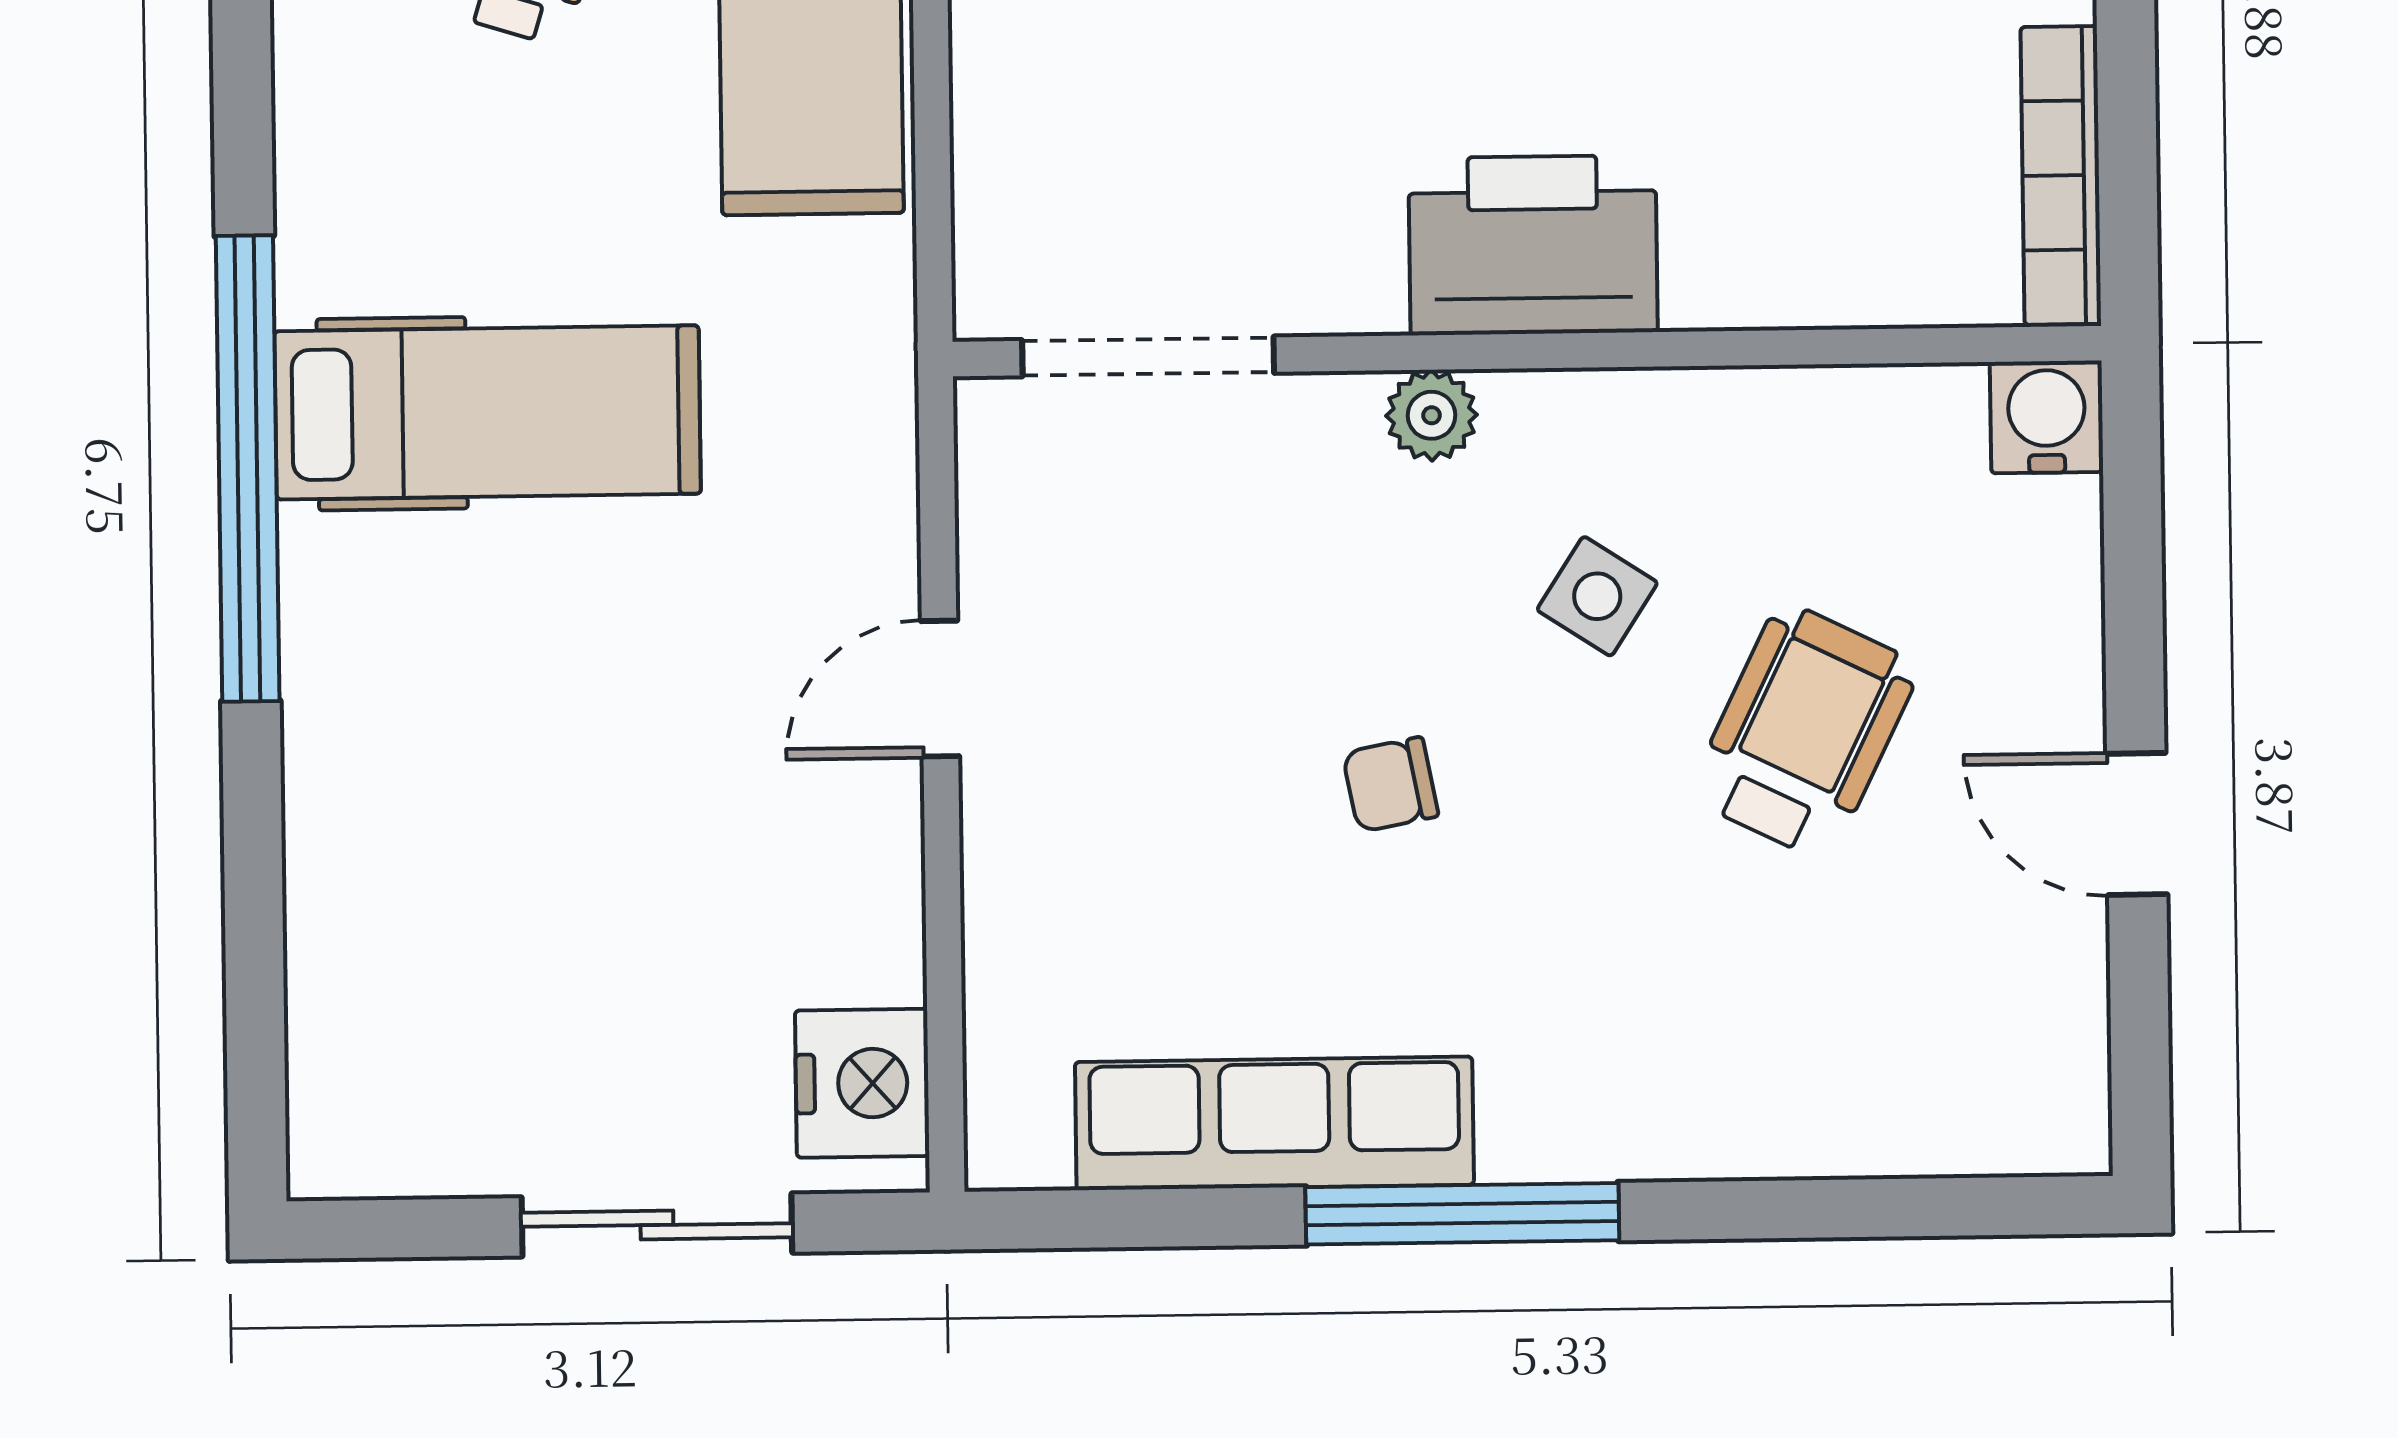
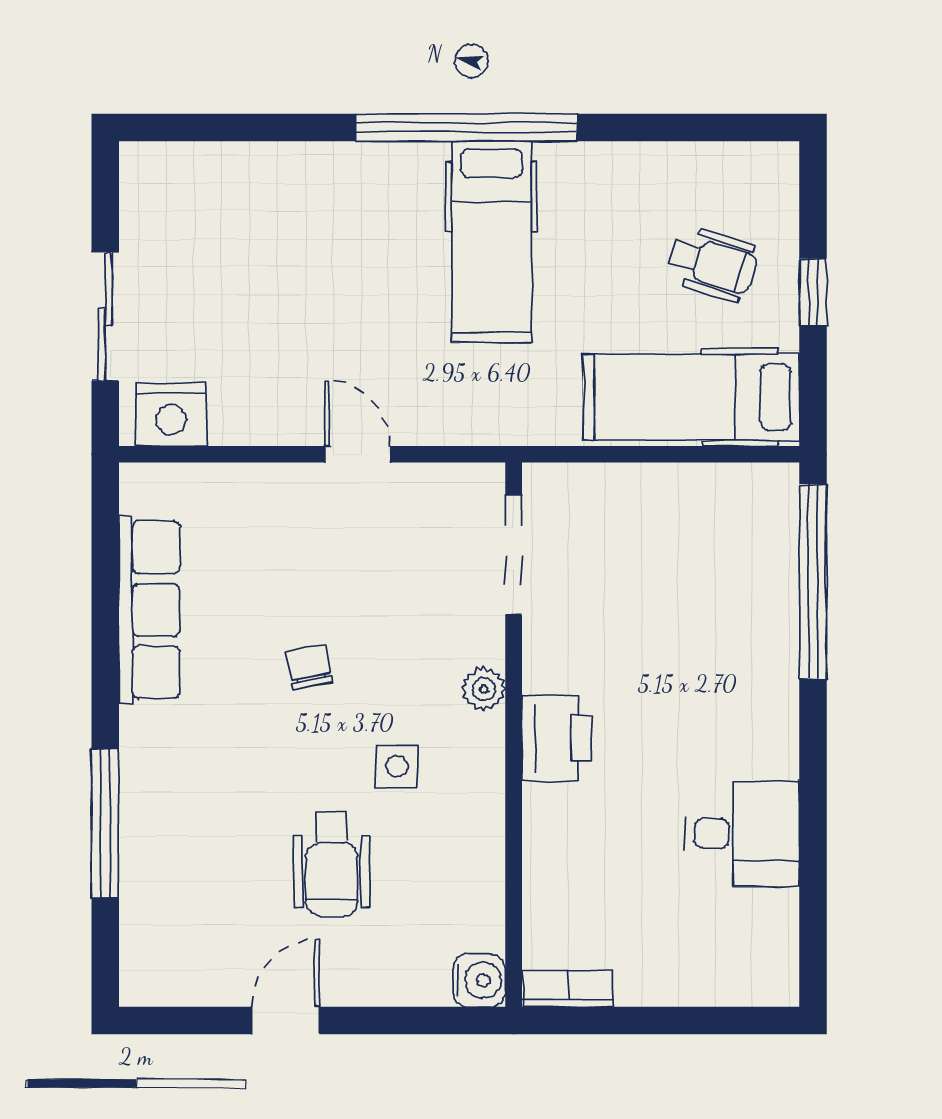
bookcase: (2061, 176) -> (568, 989), width x0.64
printer: (1533, 245) -> (557, 738), width x0.73, depth x0.84
side table: (1597, 596) -> (397, 766), turned -33
wheelchair: (1804, 731) -> (332, 863), turned 64
window: (1462, 1214) -> (105, 823), moved

